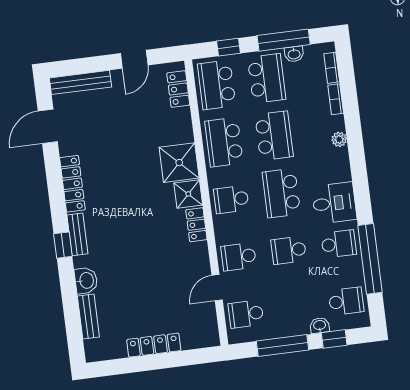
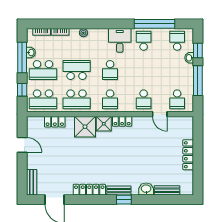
school desk: (267, 78) -> (43, 70), turned 180
bench: (80, 82) -> (32, 182), width x0.73
locker: (178, 89) -> (55, 122), moved
school desk: (281, 193) -> (110, 70), width x0.54
school desk: (289, 250) -> (144, 70), removed

